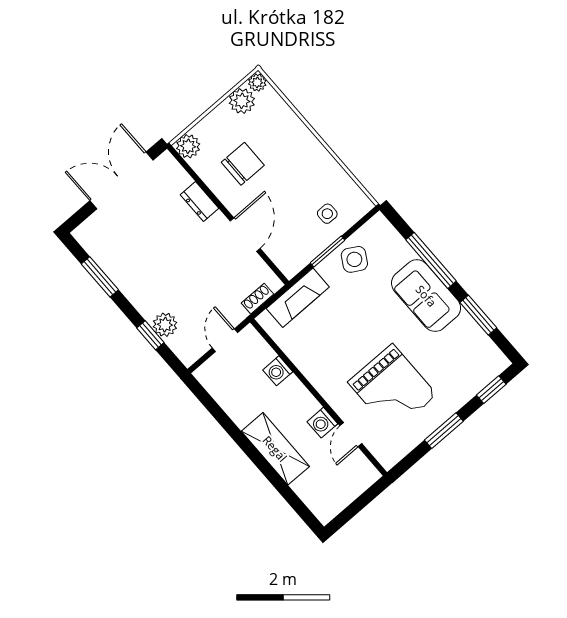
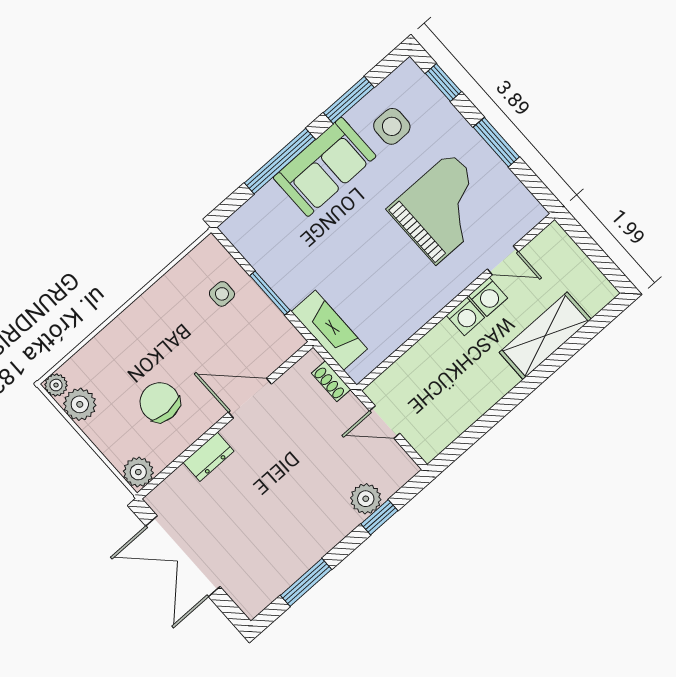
side table: (354, 259) -> (392, 126), moved, turned -30
washing machine: (278, 371) -> (465, 317), moved
shelving: (275, 449) -> (545, 336), moved

